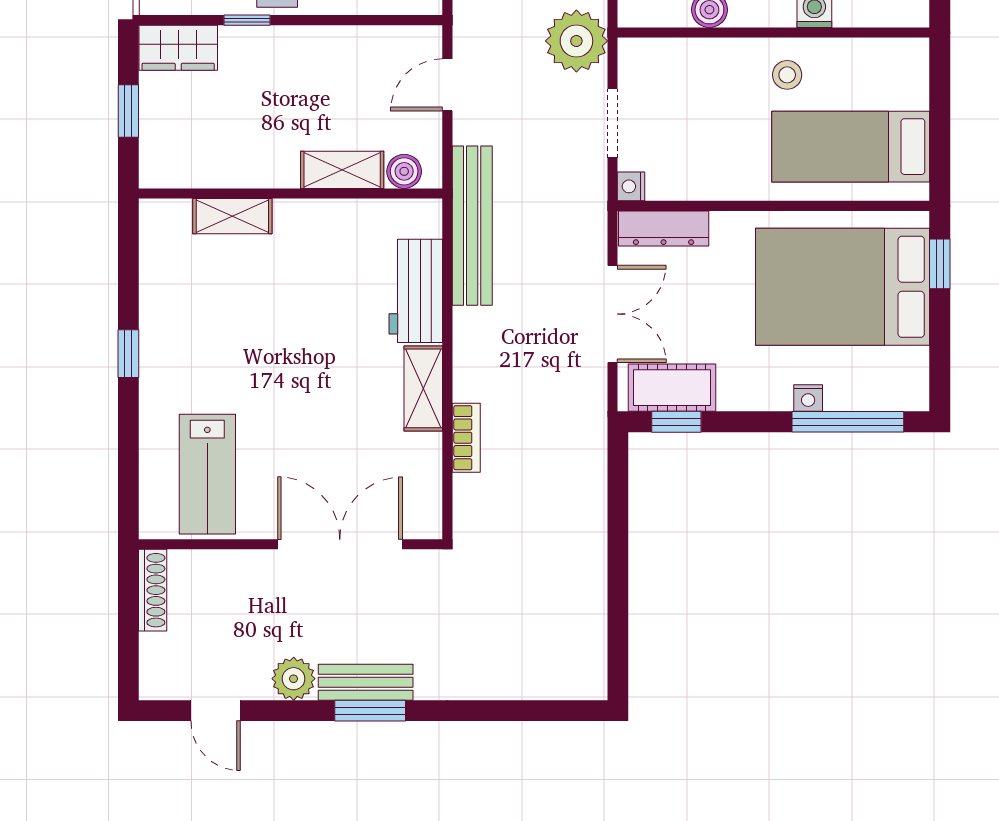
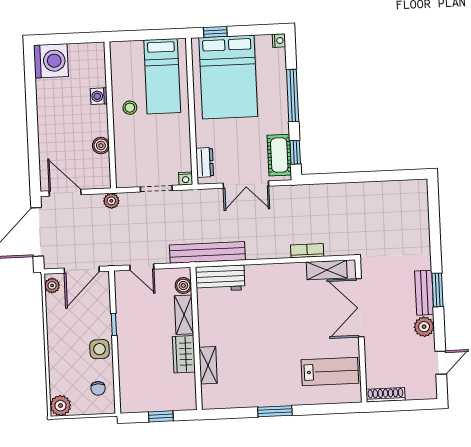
window: (247, 20) -> (114, 324), moved
plant: (576, 41) -> (111, 201), width x0.53, depth x0.53
wardrobe: (178, 48) -> (184, 354), moved, turned 180
dresser: (664, 228) -> (205, 162), width x0.70
workbench: (416, 291) -> (220, 278), moved
double door: (612, 314) -> (246, 185), swing flipped
window: (128, 354) -> (275, 411), width x1.50
shelving: (423, 388) -> (327, 270), moved
nightstand: (808, 398) -> (279, 41), moved
window: (848, 422) -> (293, 96), moved

